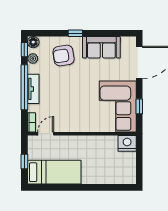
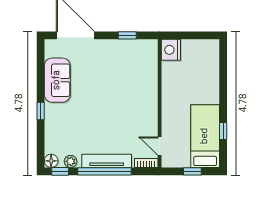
armchair: (64, 56) -> (67, 125), removed
tv unit: (33, 89) -> (107, 161), width x1.41
corner sofa: (118, 107) -> (127, 61), removed
window: (58, 187) -> (223, 131), added

